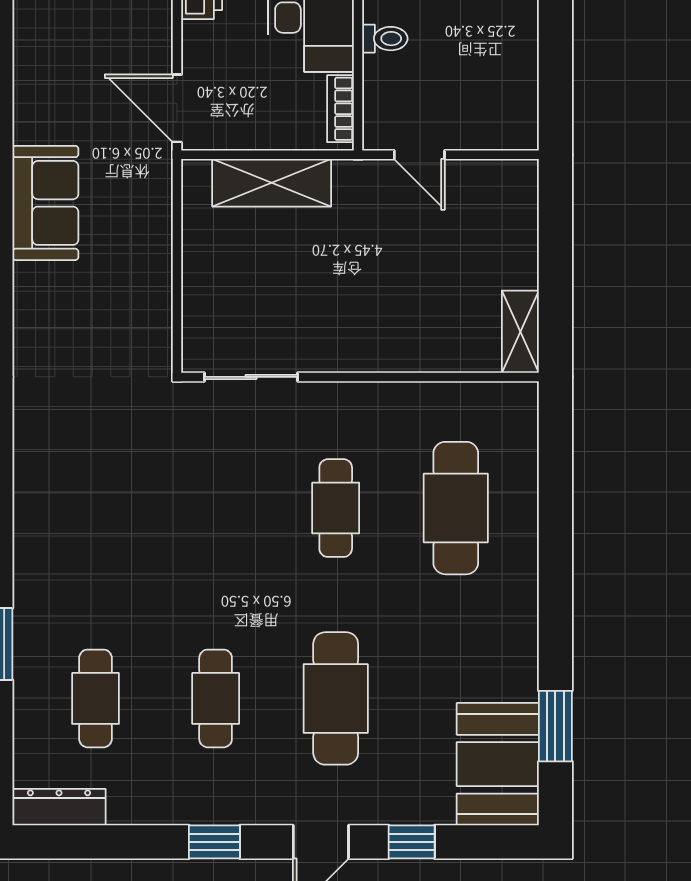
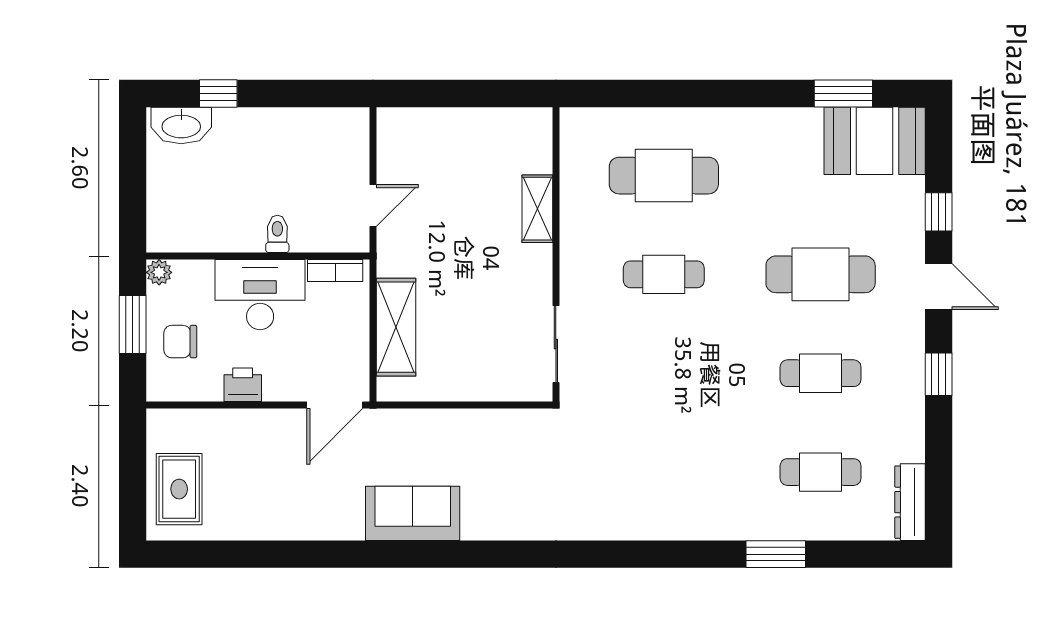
shelving: (520, 332) -> (537, 209), moved, turned 90

